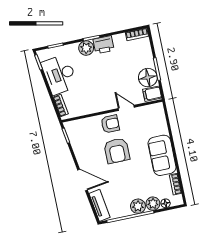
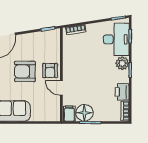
printer: (104, 45) -> (122, 92), moved
desk: (59, 75) -> (116, 39), moved, turned 99
door: (126, 108) -> (61, 88), swing flipped

